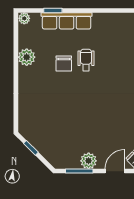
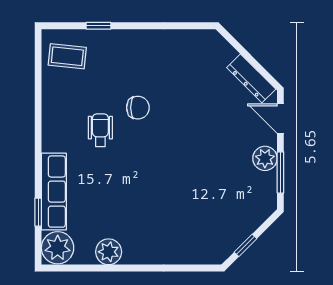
plant: (24, 18) -> (58, 248), width x1.88, depth x1.88
wheelchair: (86, 60) -> (100, 130), moved, turned 90
chair: (64, 64) -> (138, 108), moved

